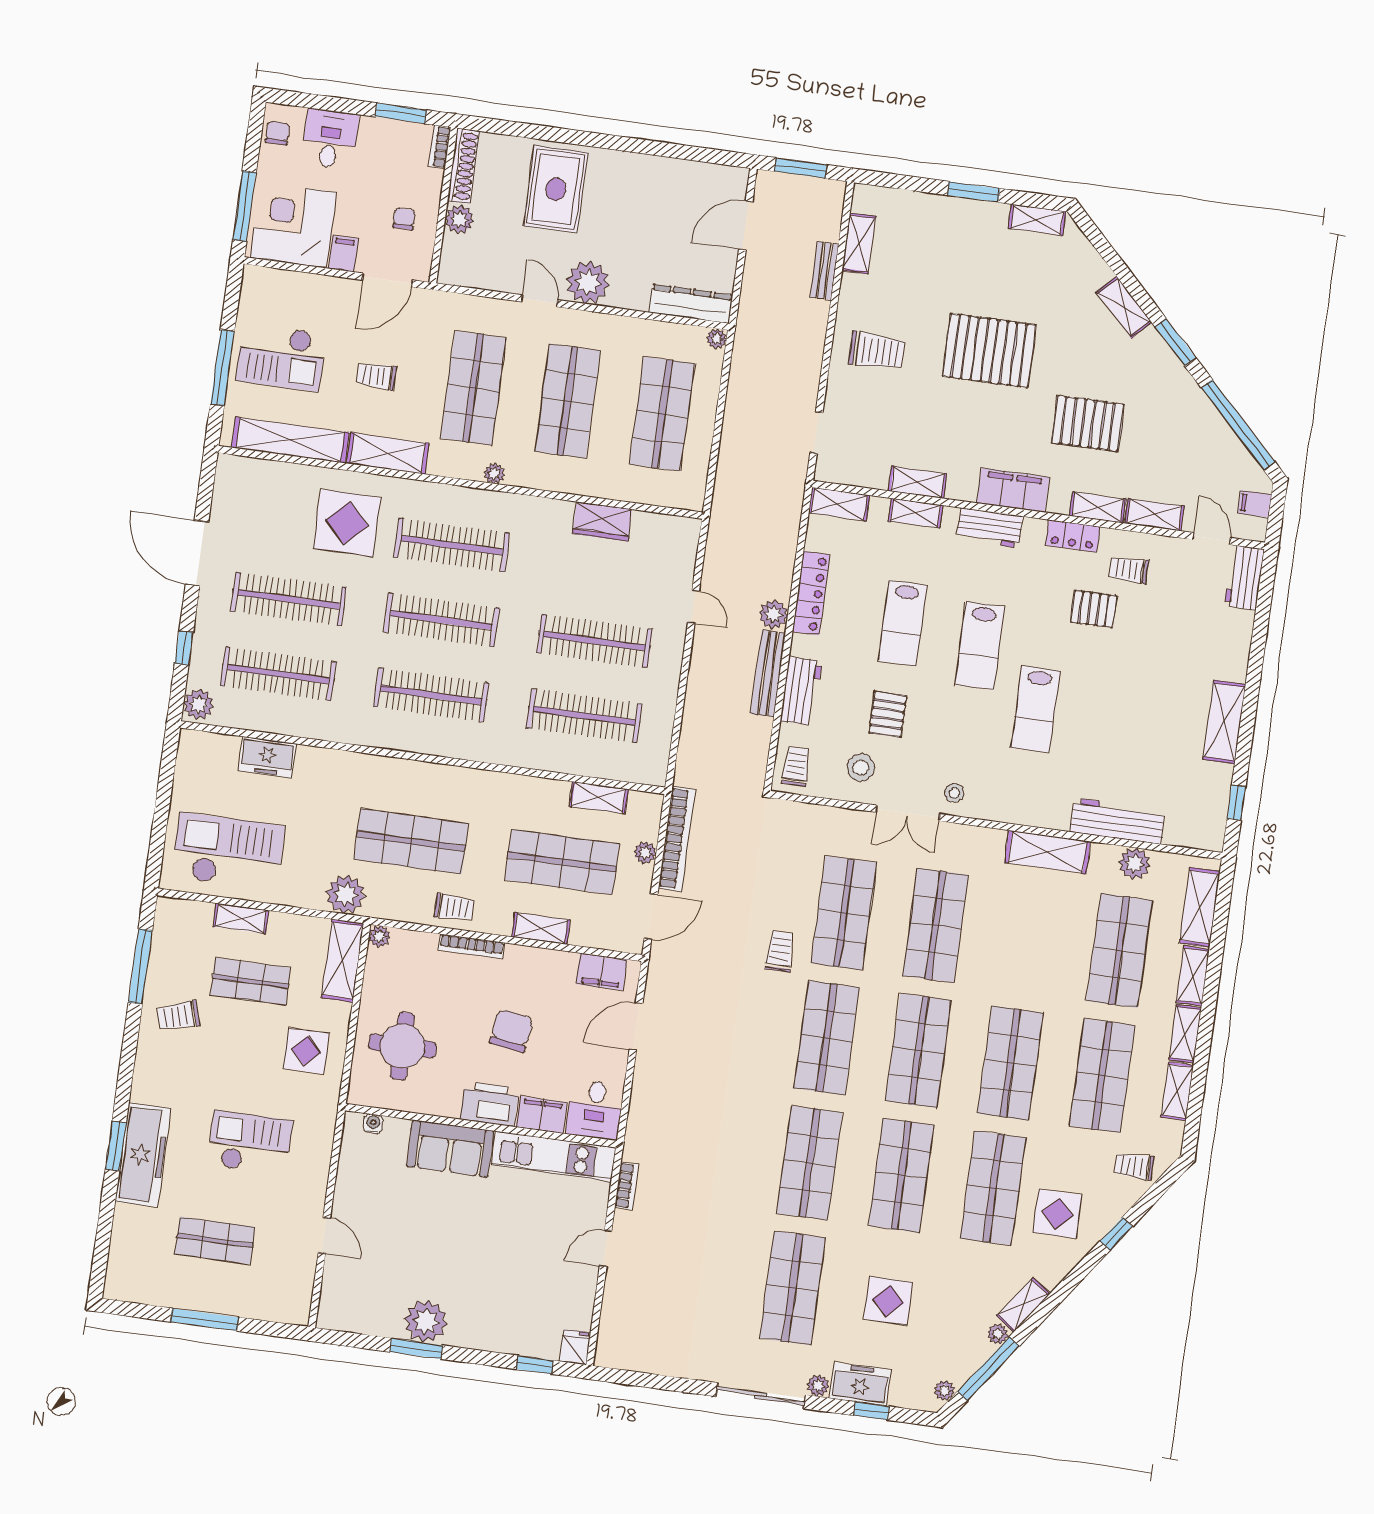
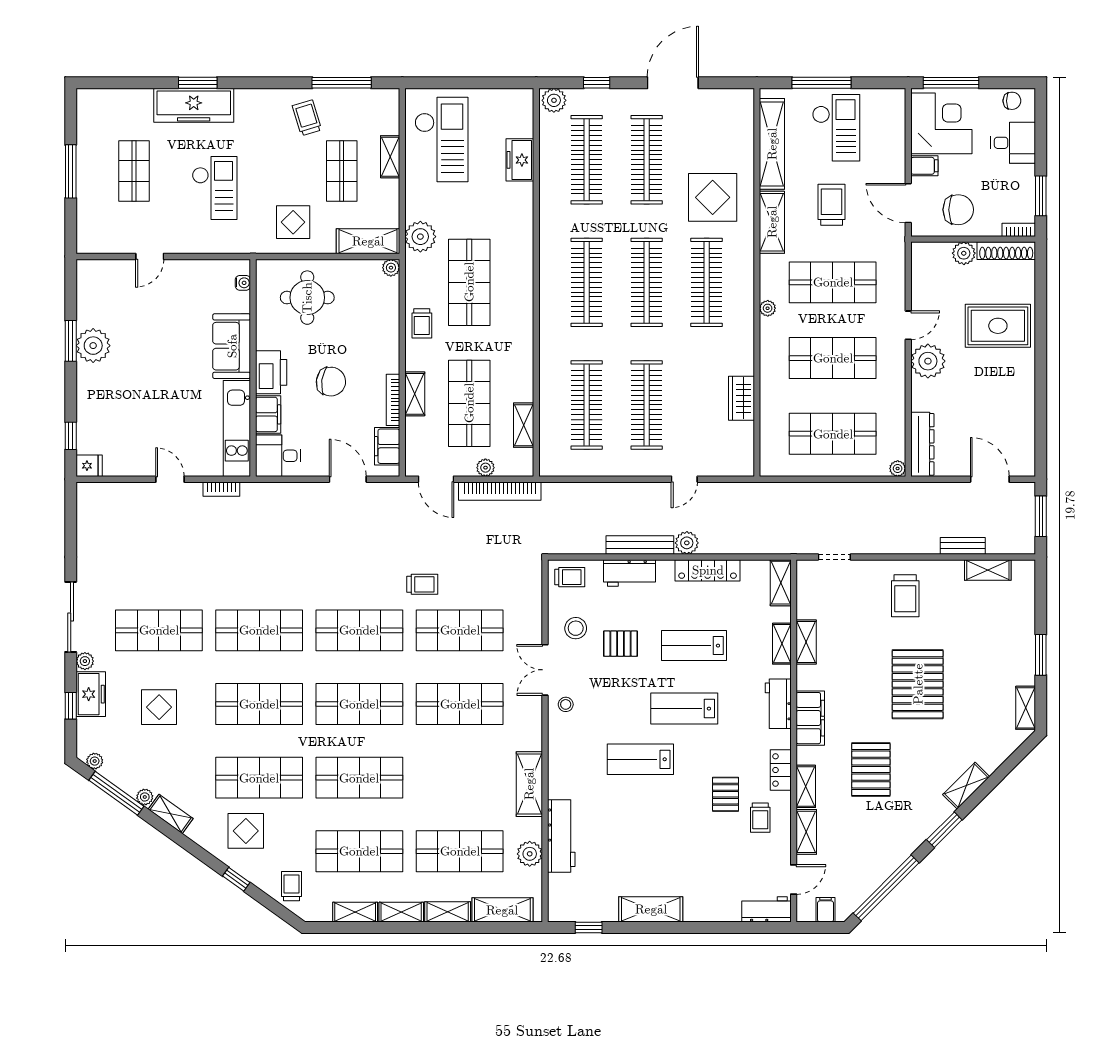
chair: (404, 219) -> (958, 210), width x1.87, depth x1.87
checkout: (281, 357) -> (836, 128), turned 180
trolley: (376, 376) -> (832, 205), width x1.36, depth x1.39
trolley: (1129, 570) -> (760, 818), turned 180
bookcase: (471, 946) -> (393, 400), moved

